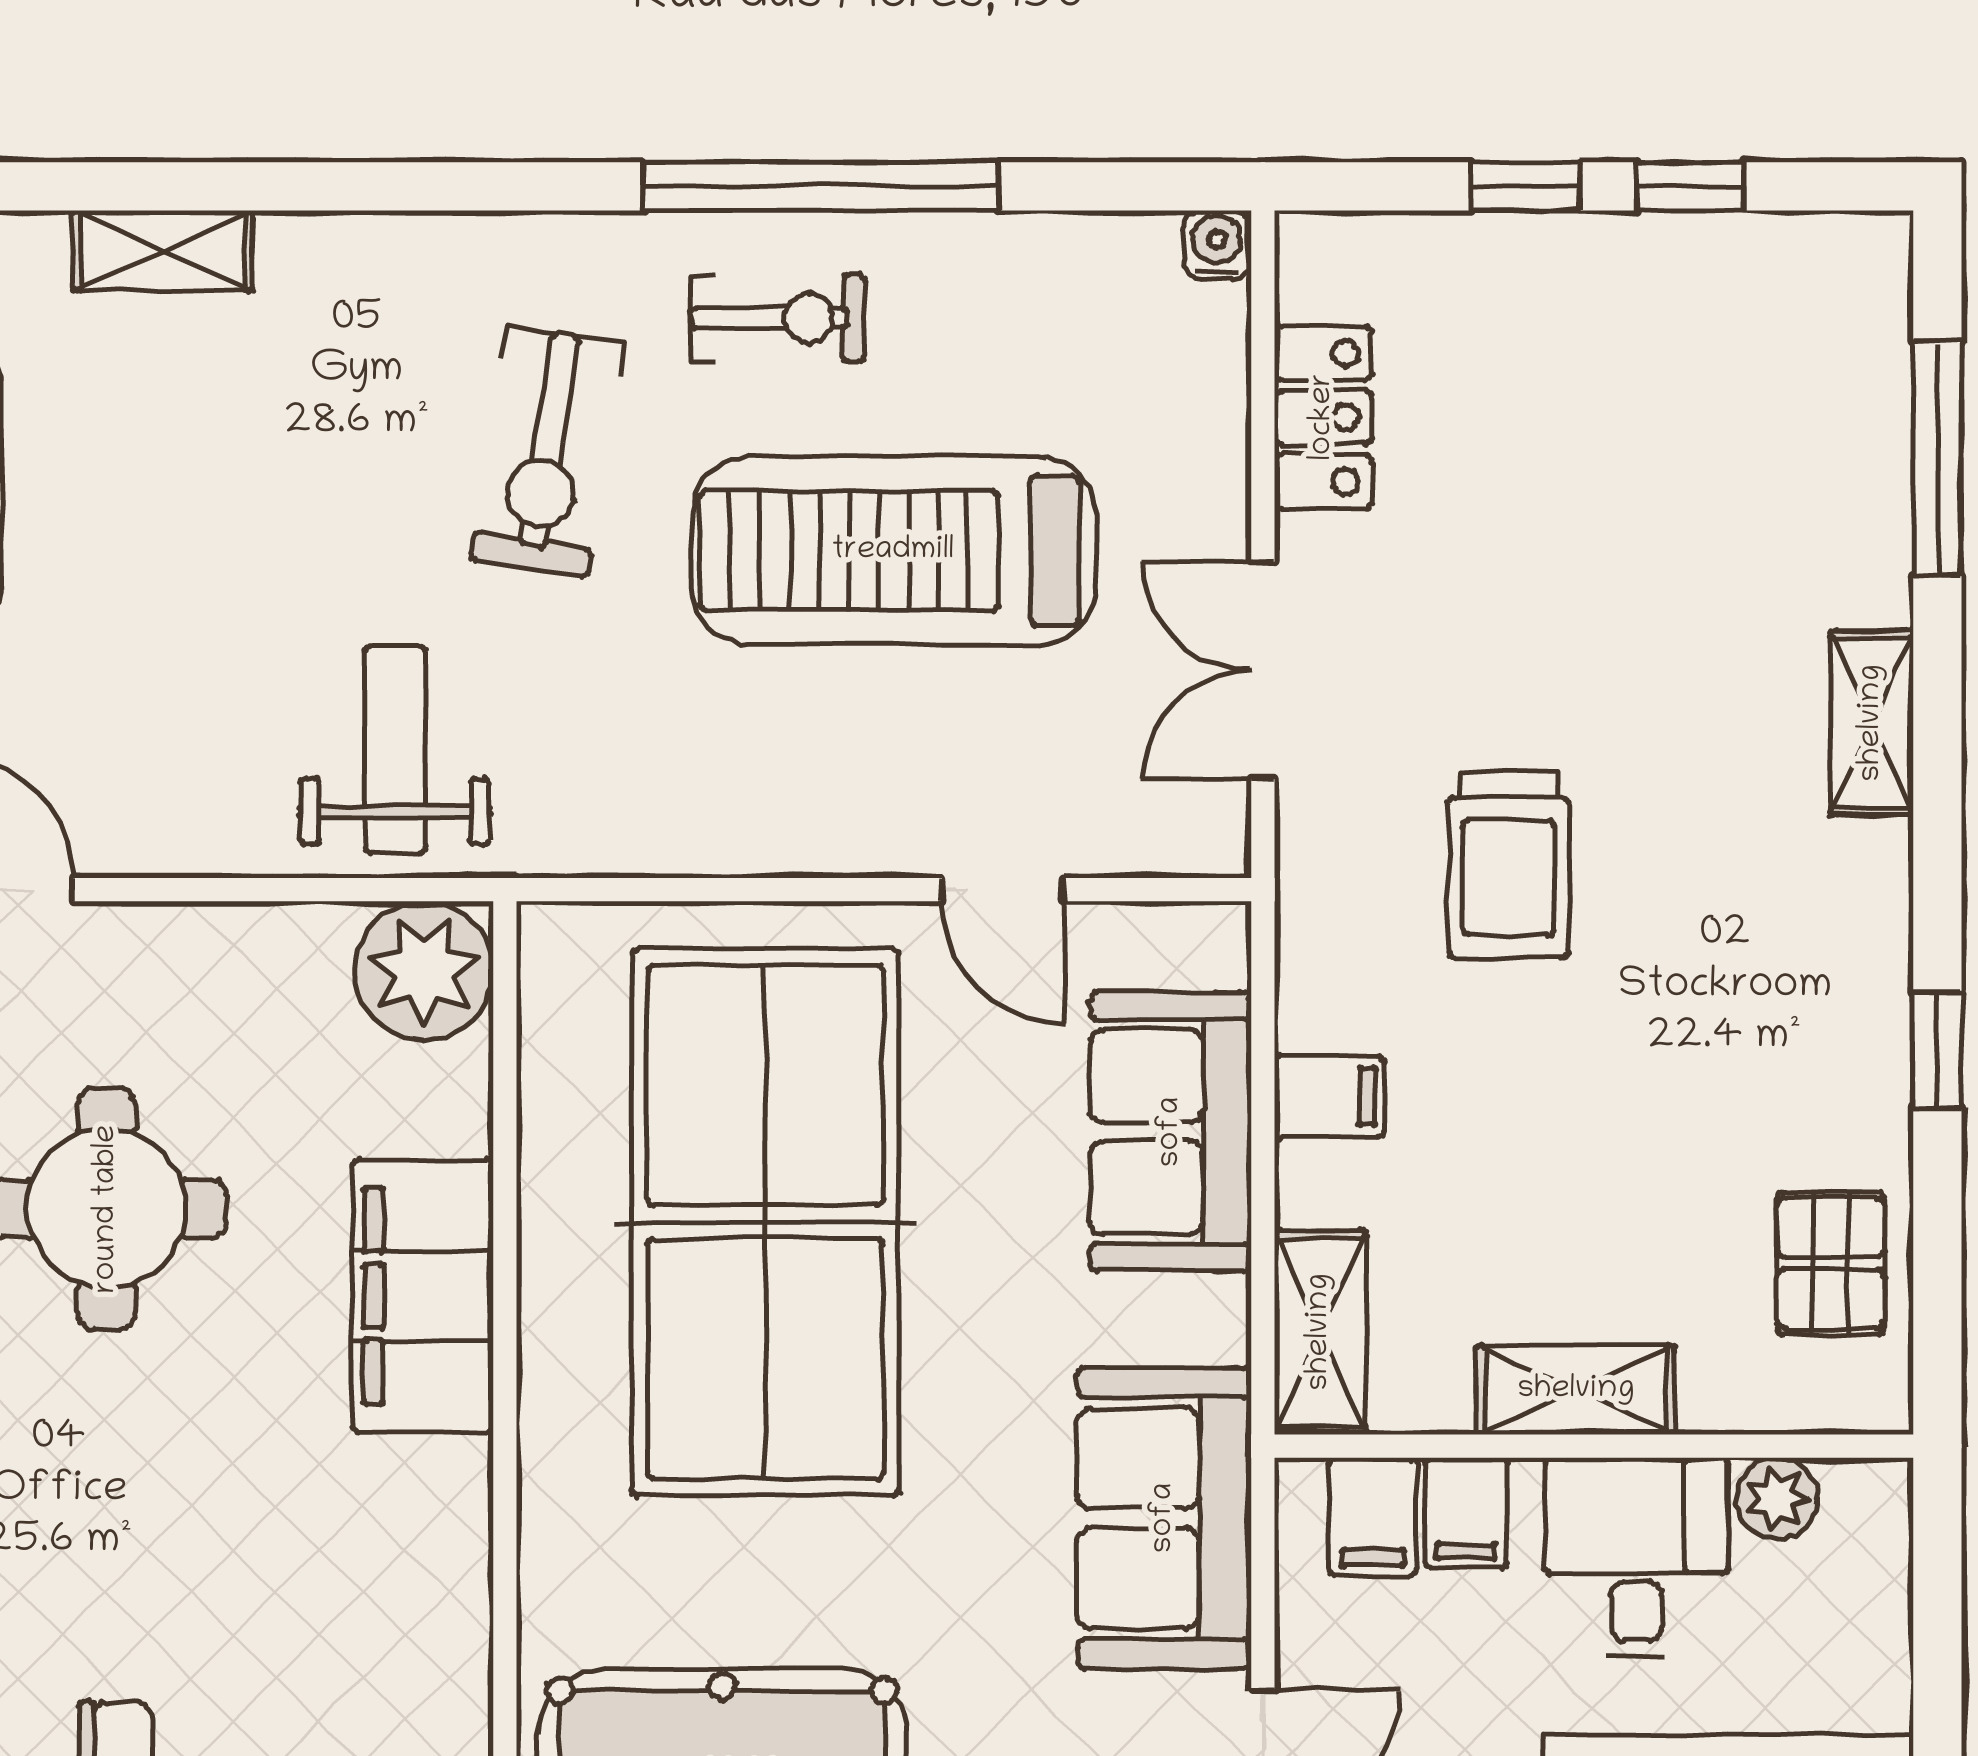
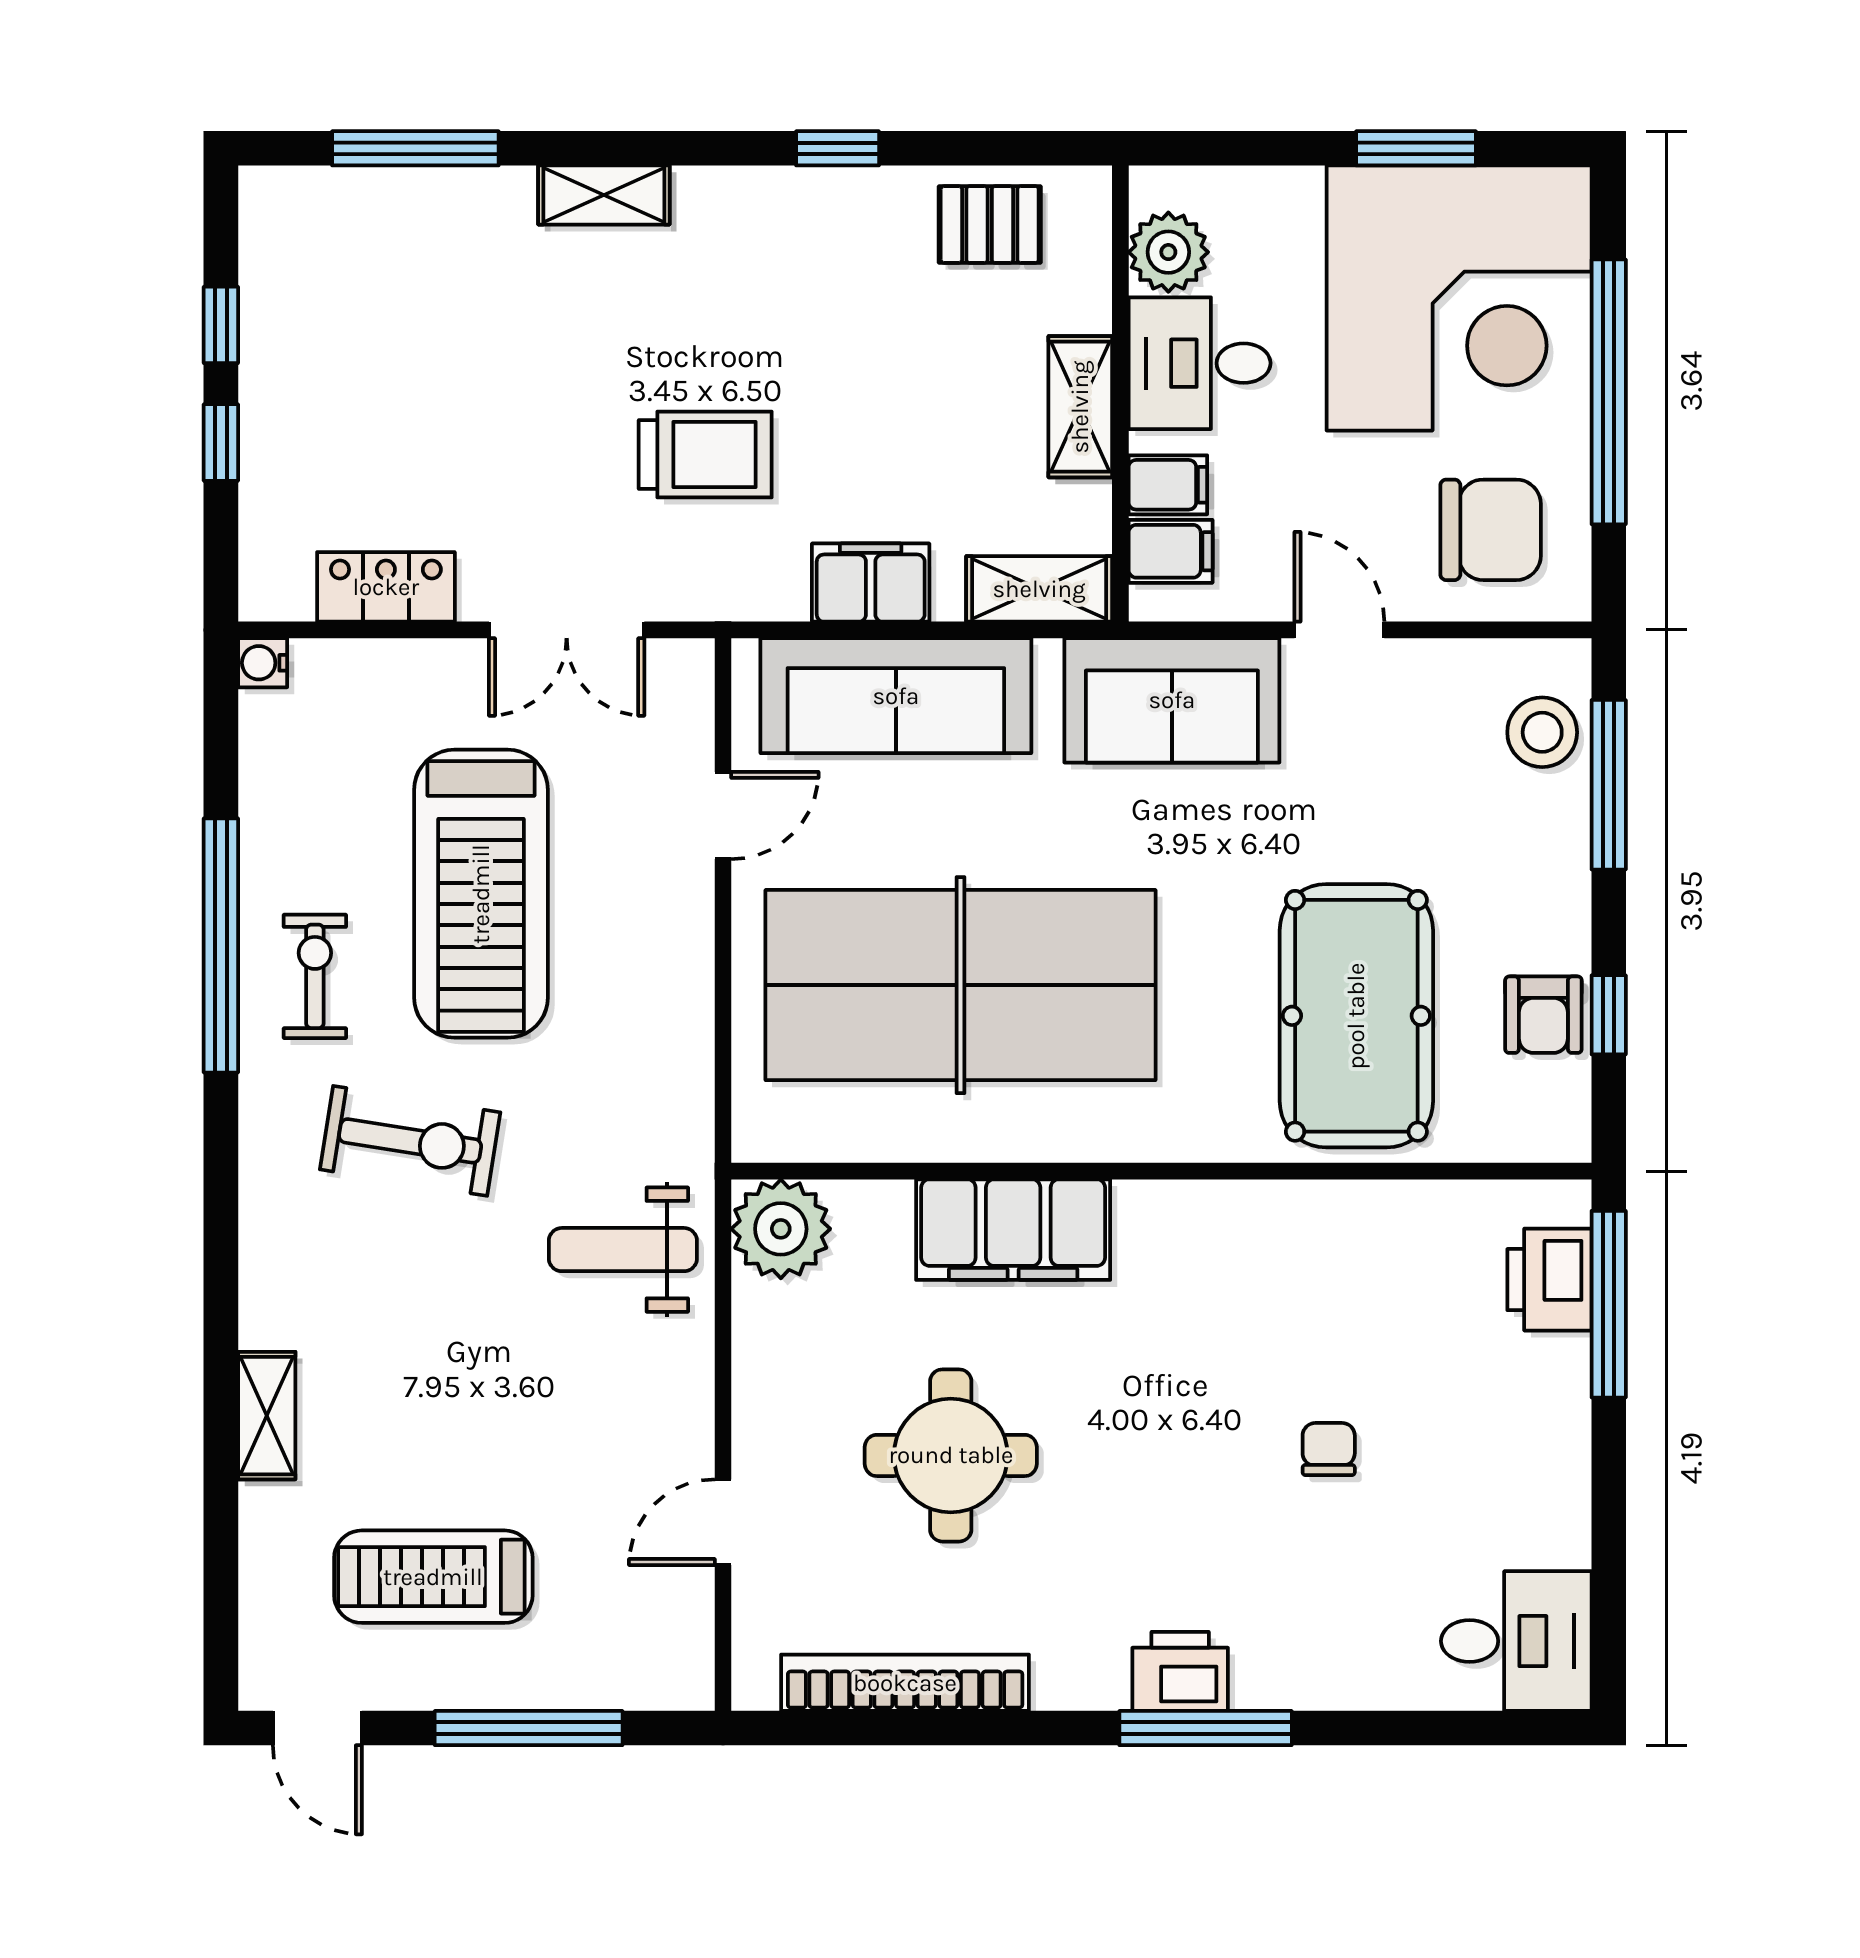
filing cabinet: (1329, 1096) -> (871, 583), width x2.00
sofa: (1171, 1132) -> (896, 696), width x1.36
plant: (1777, 1498) -> (1168, 252), width x1.38, depth x1.38

